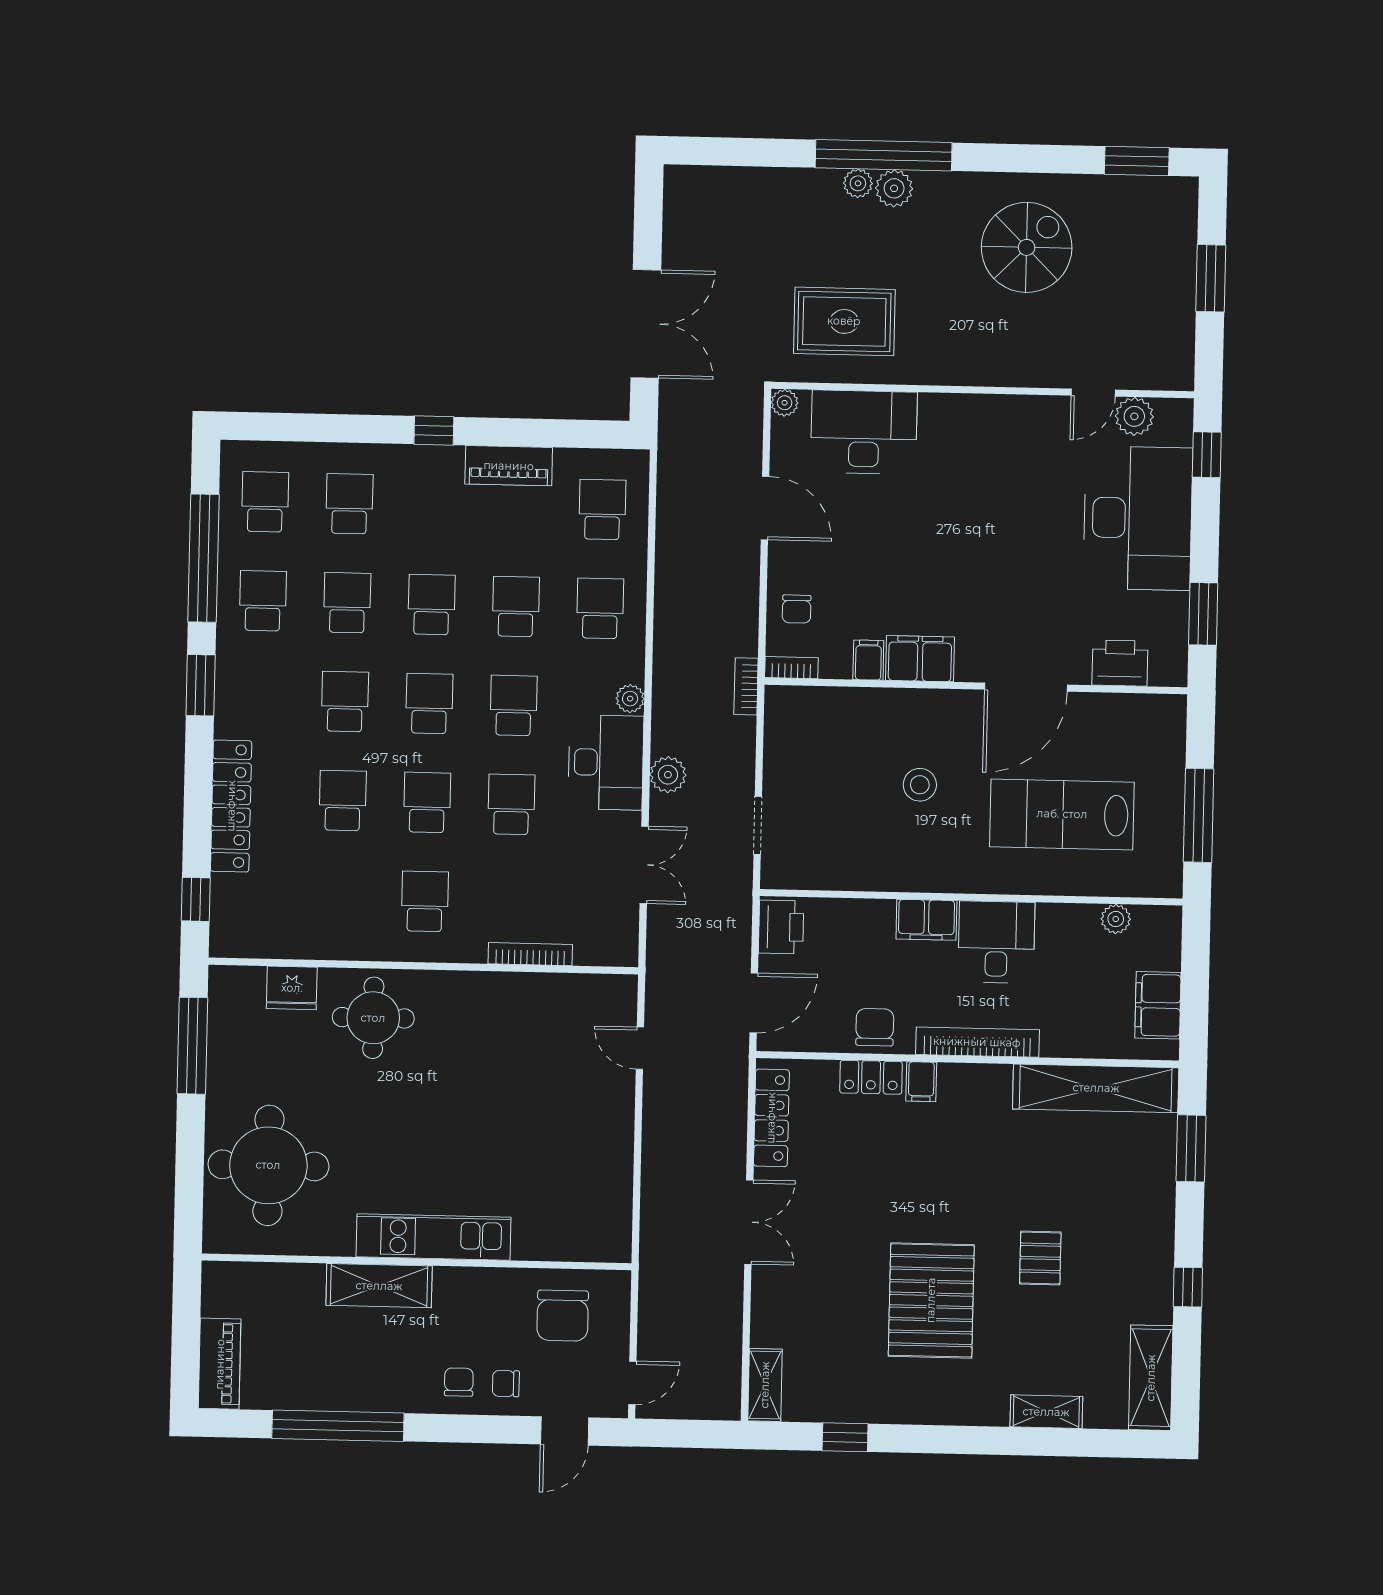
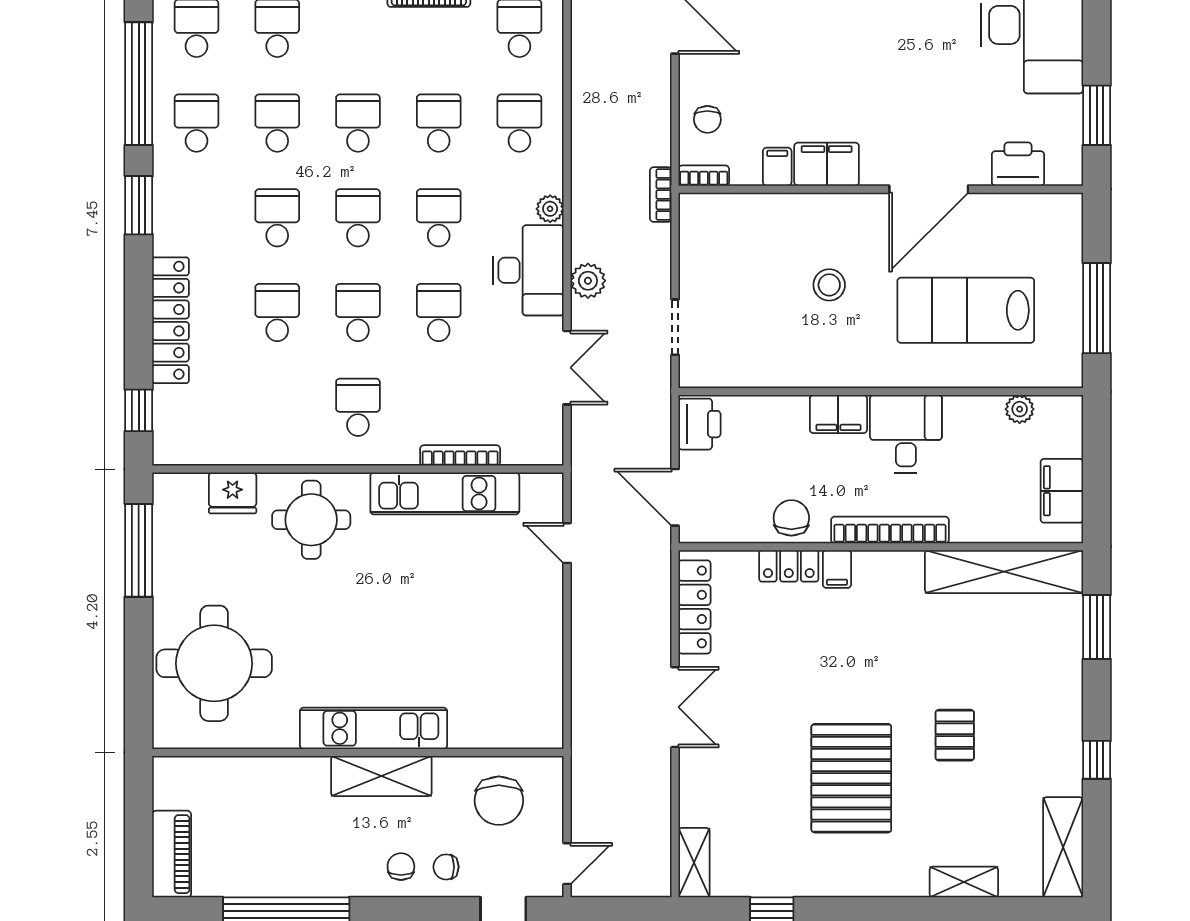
kitchen unit: (513, 993) -> (445, 493), added
door: (754, 1003) -> (675, 497), swing flipped
shelving: (379, 1286) -> (381, 776), moved

